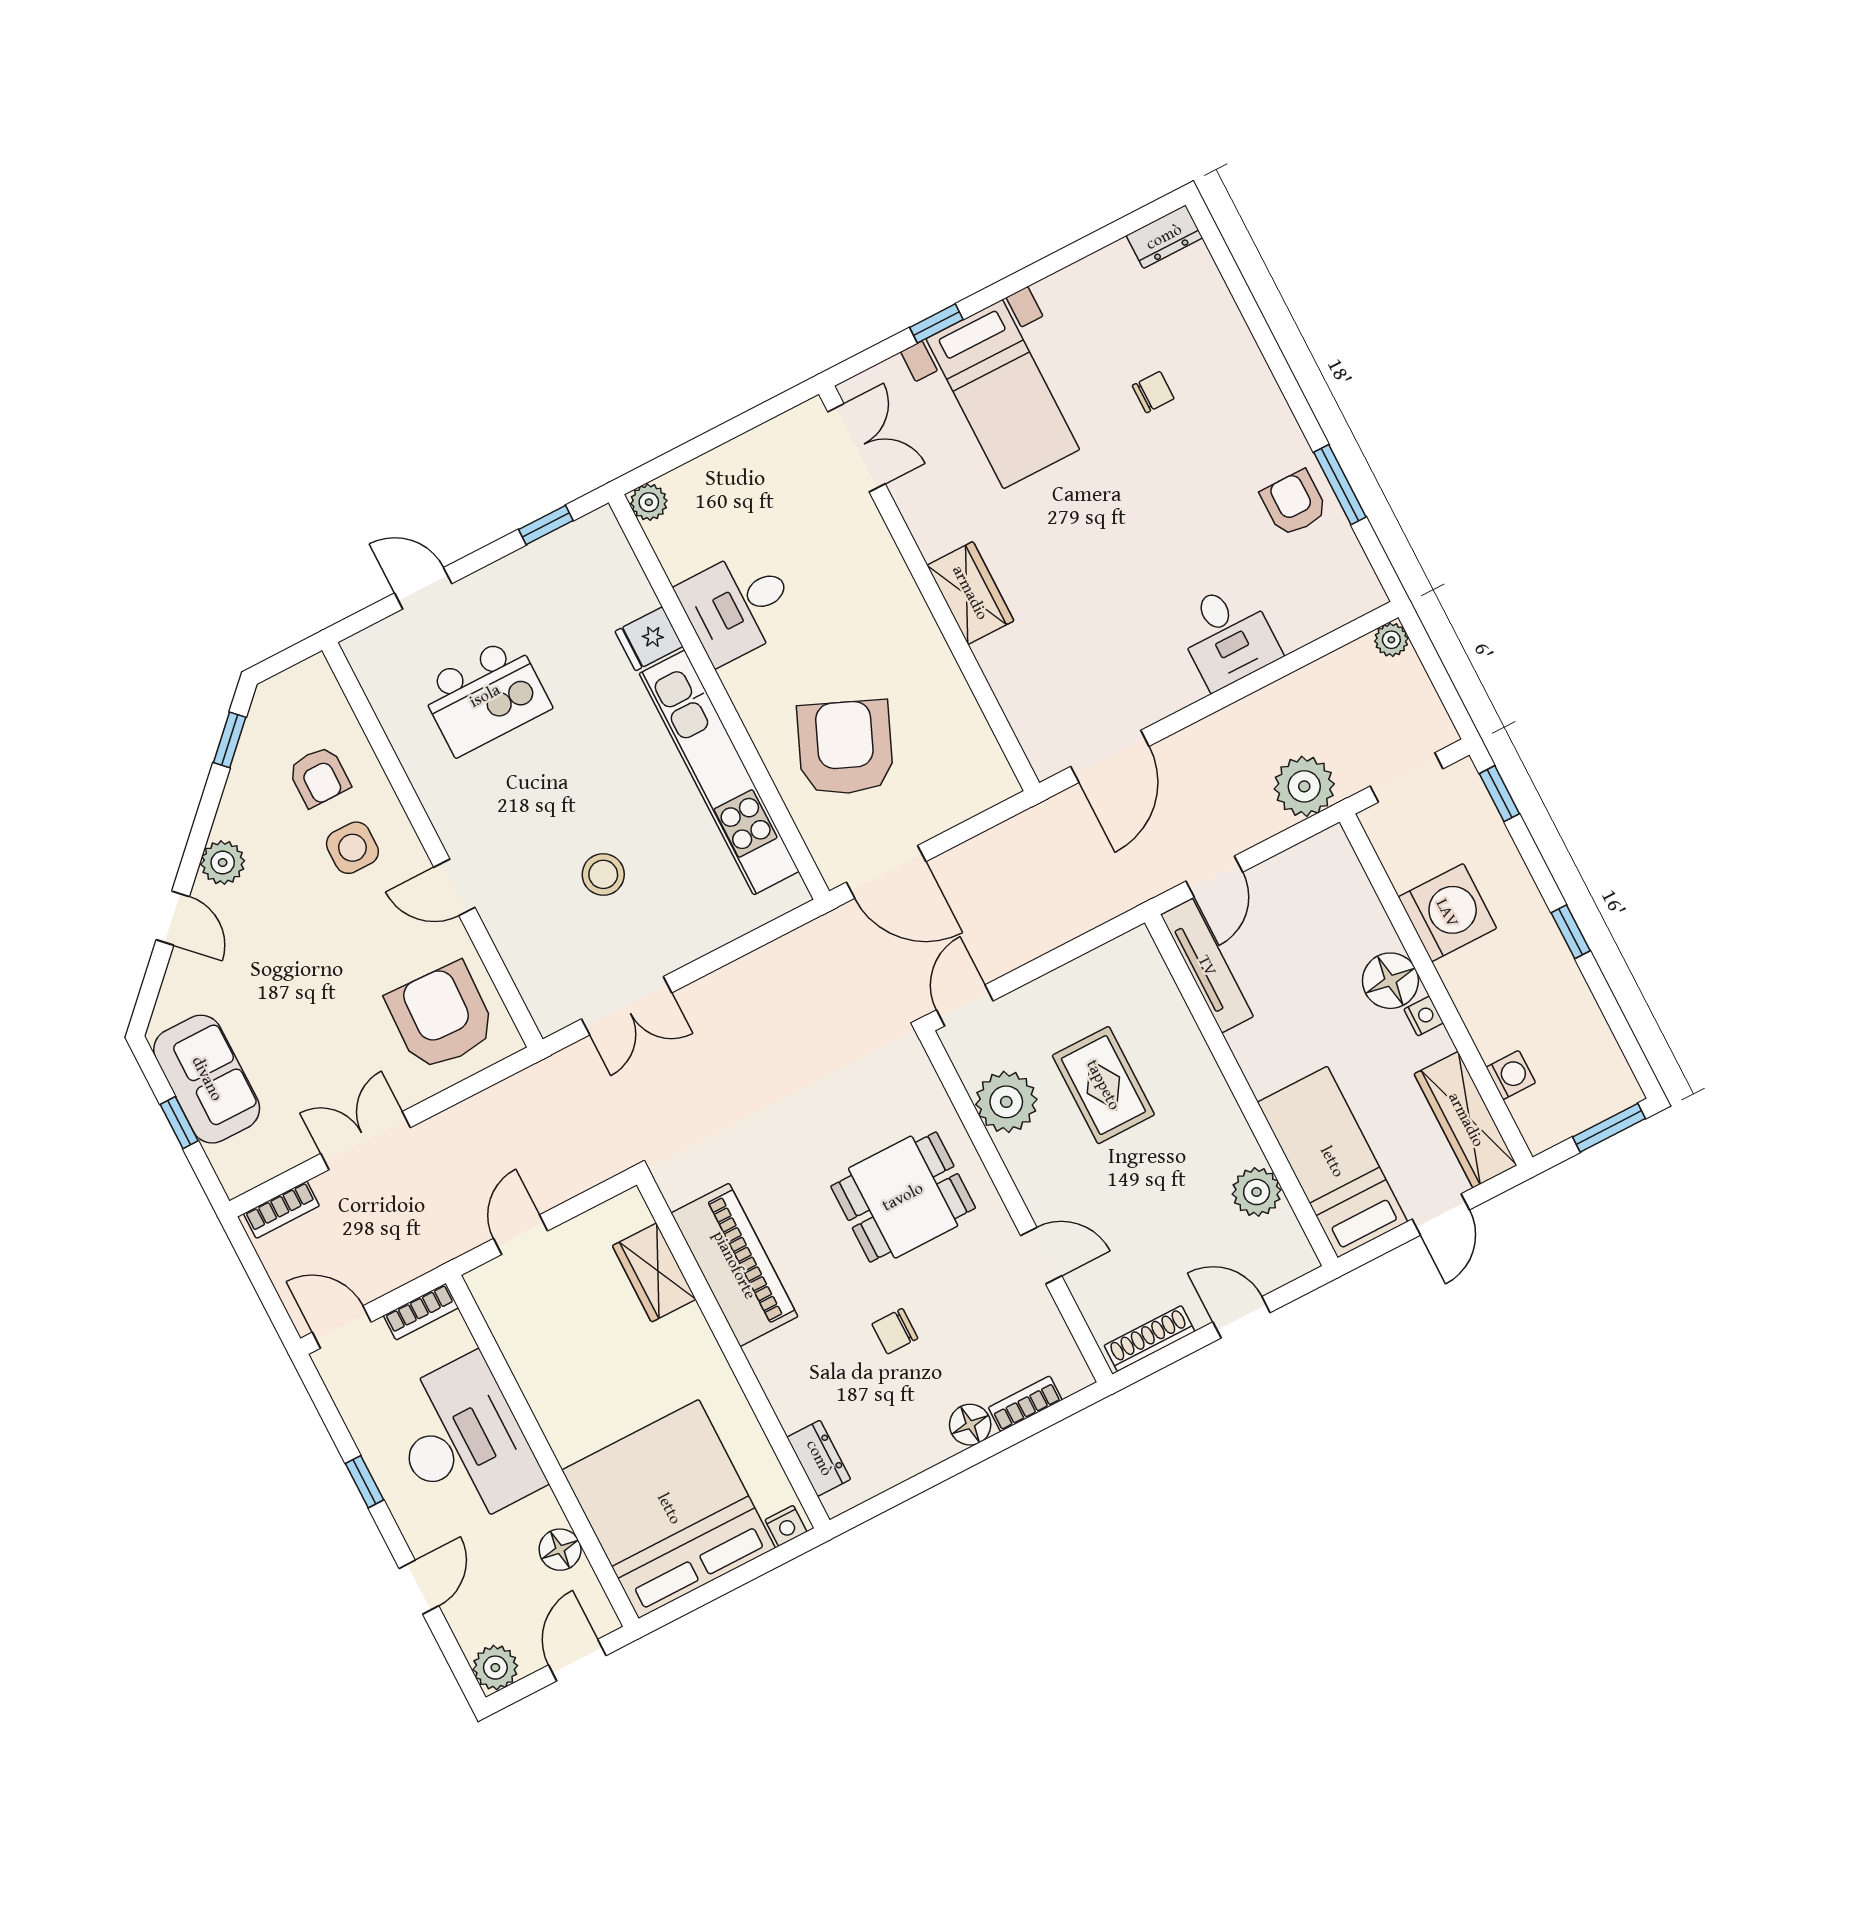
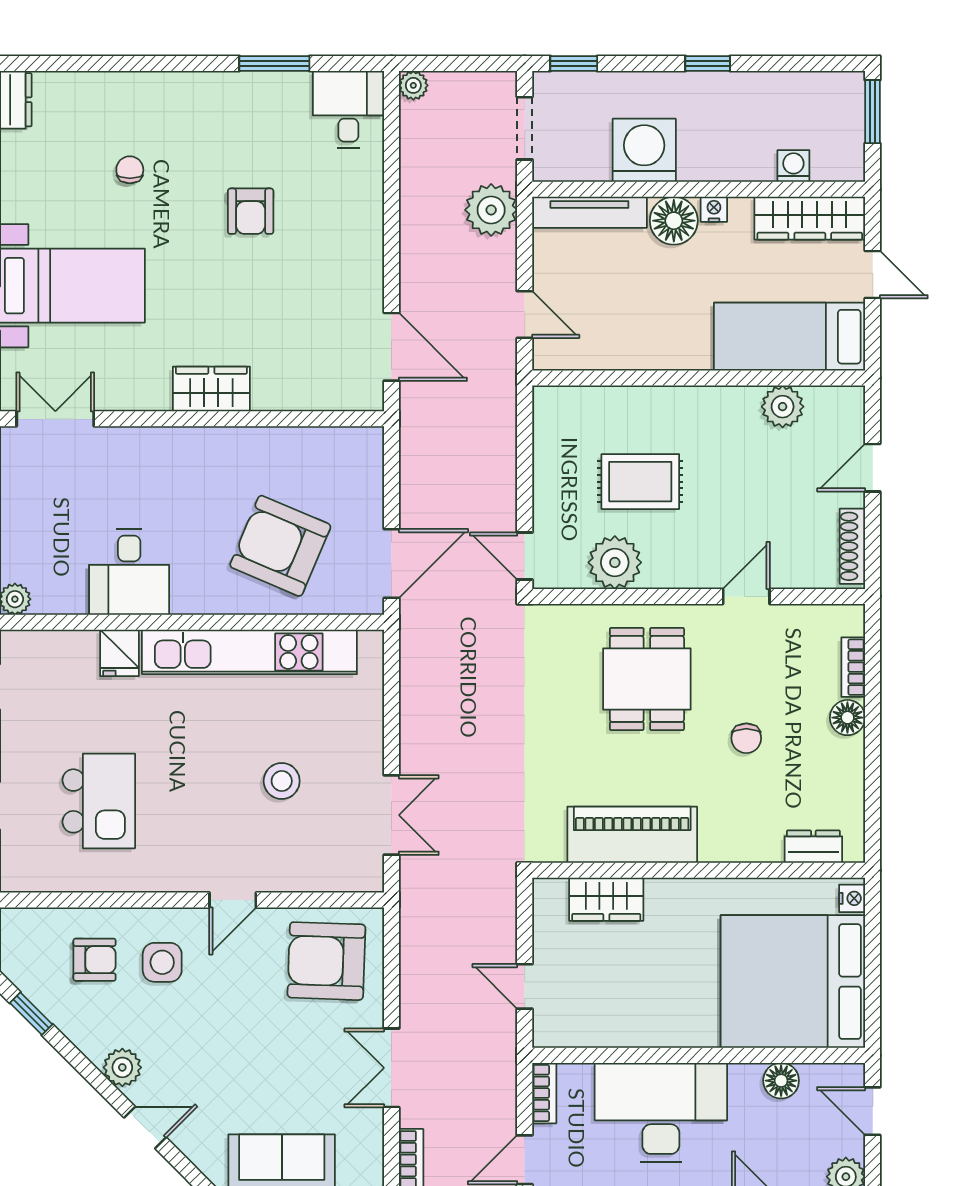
armchair: (1294, 503) -> (251, 211), moved, turned -90
desk: (1228, 636) -> (348, 109), moved, turned -90
tv unit: (1207, 966) -> (589, 212), moved, turned 180

